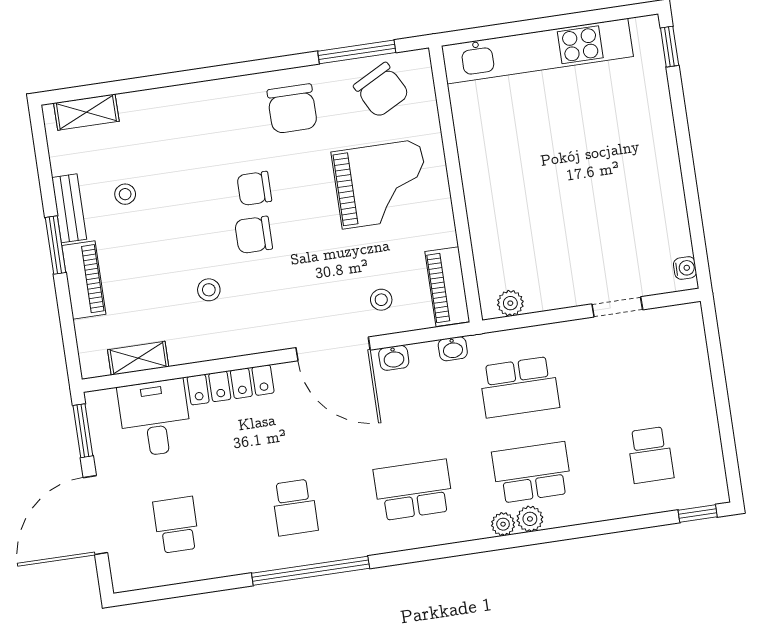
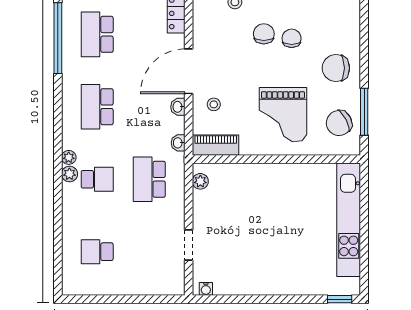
school desk: (532, 472) -> (97, 179), width x0.54
school desk: (413, 490) -> (97, 107), turned 180
school desk: (295, 507) -> (97, 34), width x1.85
window: (698, 514) -> (58, 275), removed

